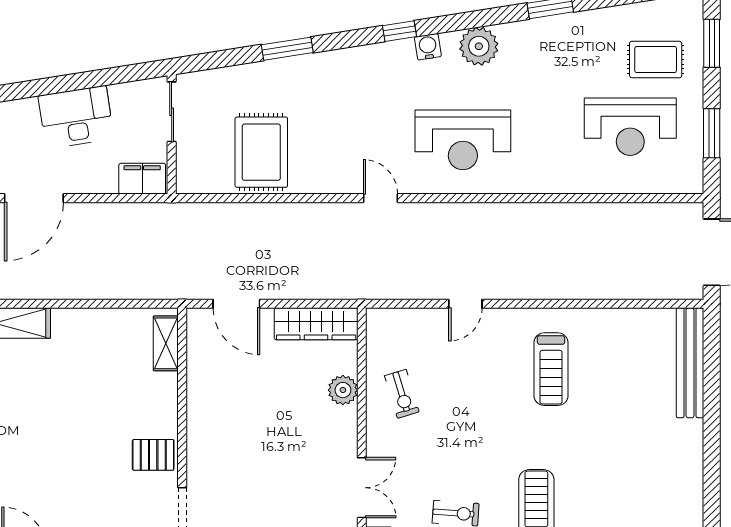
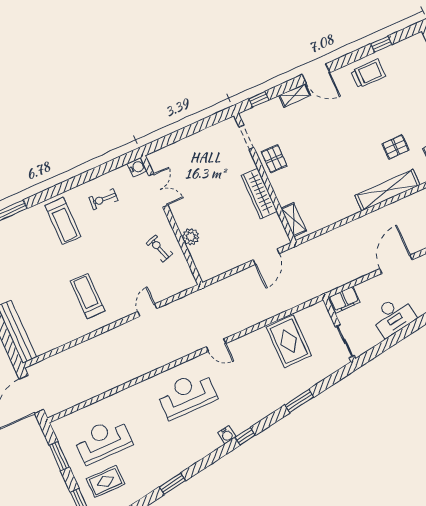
plant: (479, 46) -> (200, 447), removed
door: (236, 304) -> (266, 257), swing flipped
wardrobe: (316, 324) -> (259, 193), moved, turned -90
pallet: (153, 455) -> (274, 159), turned 90
double door: (362, 488) -> (158, 190), swing flipped

